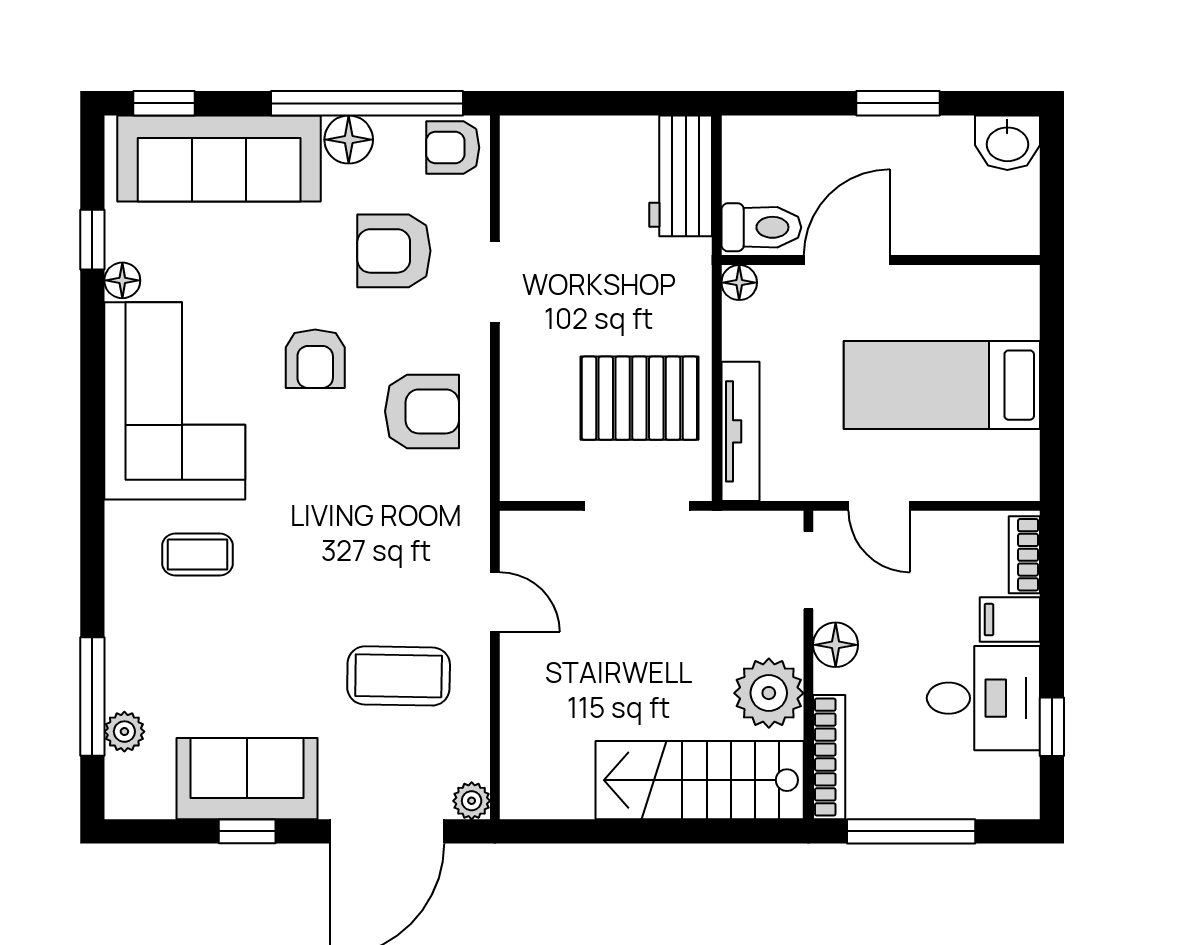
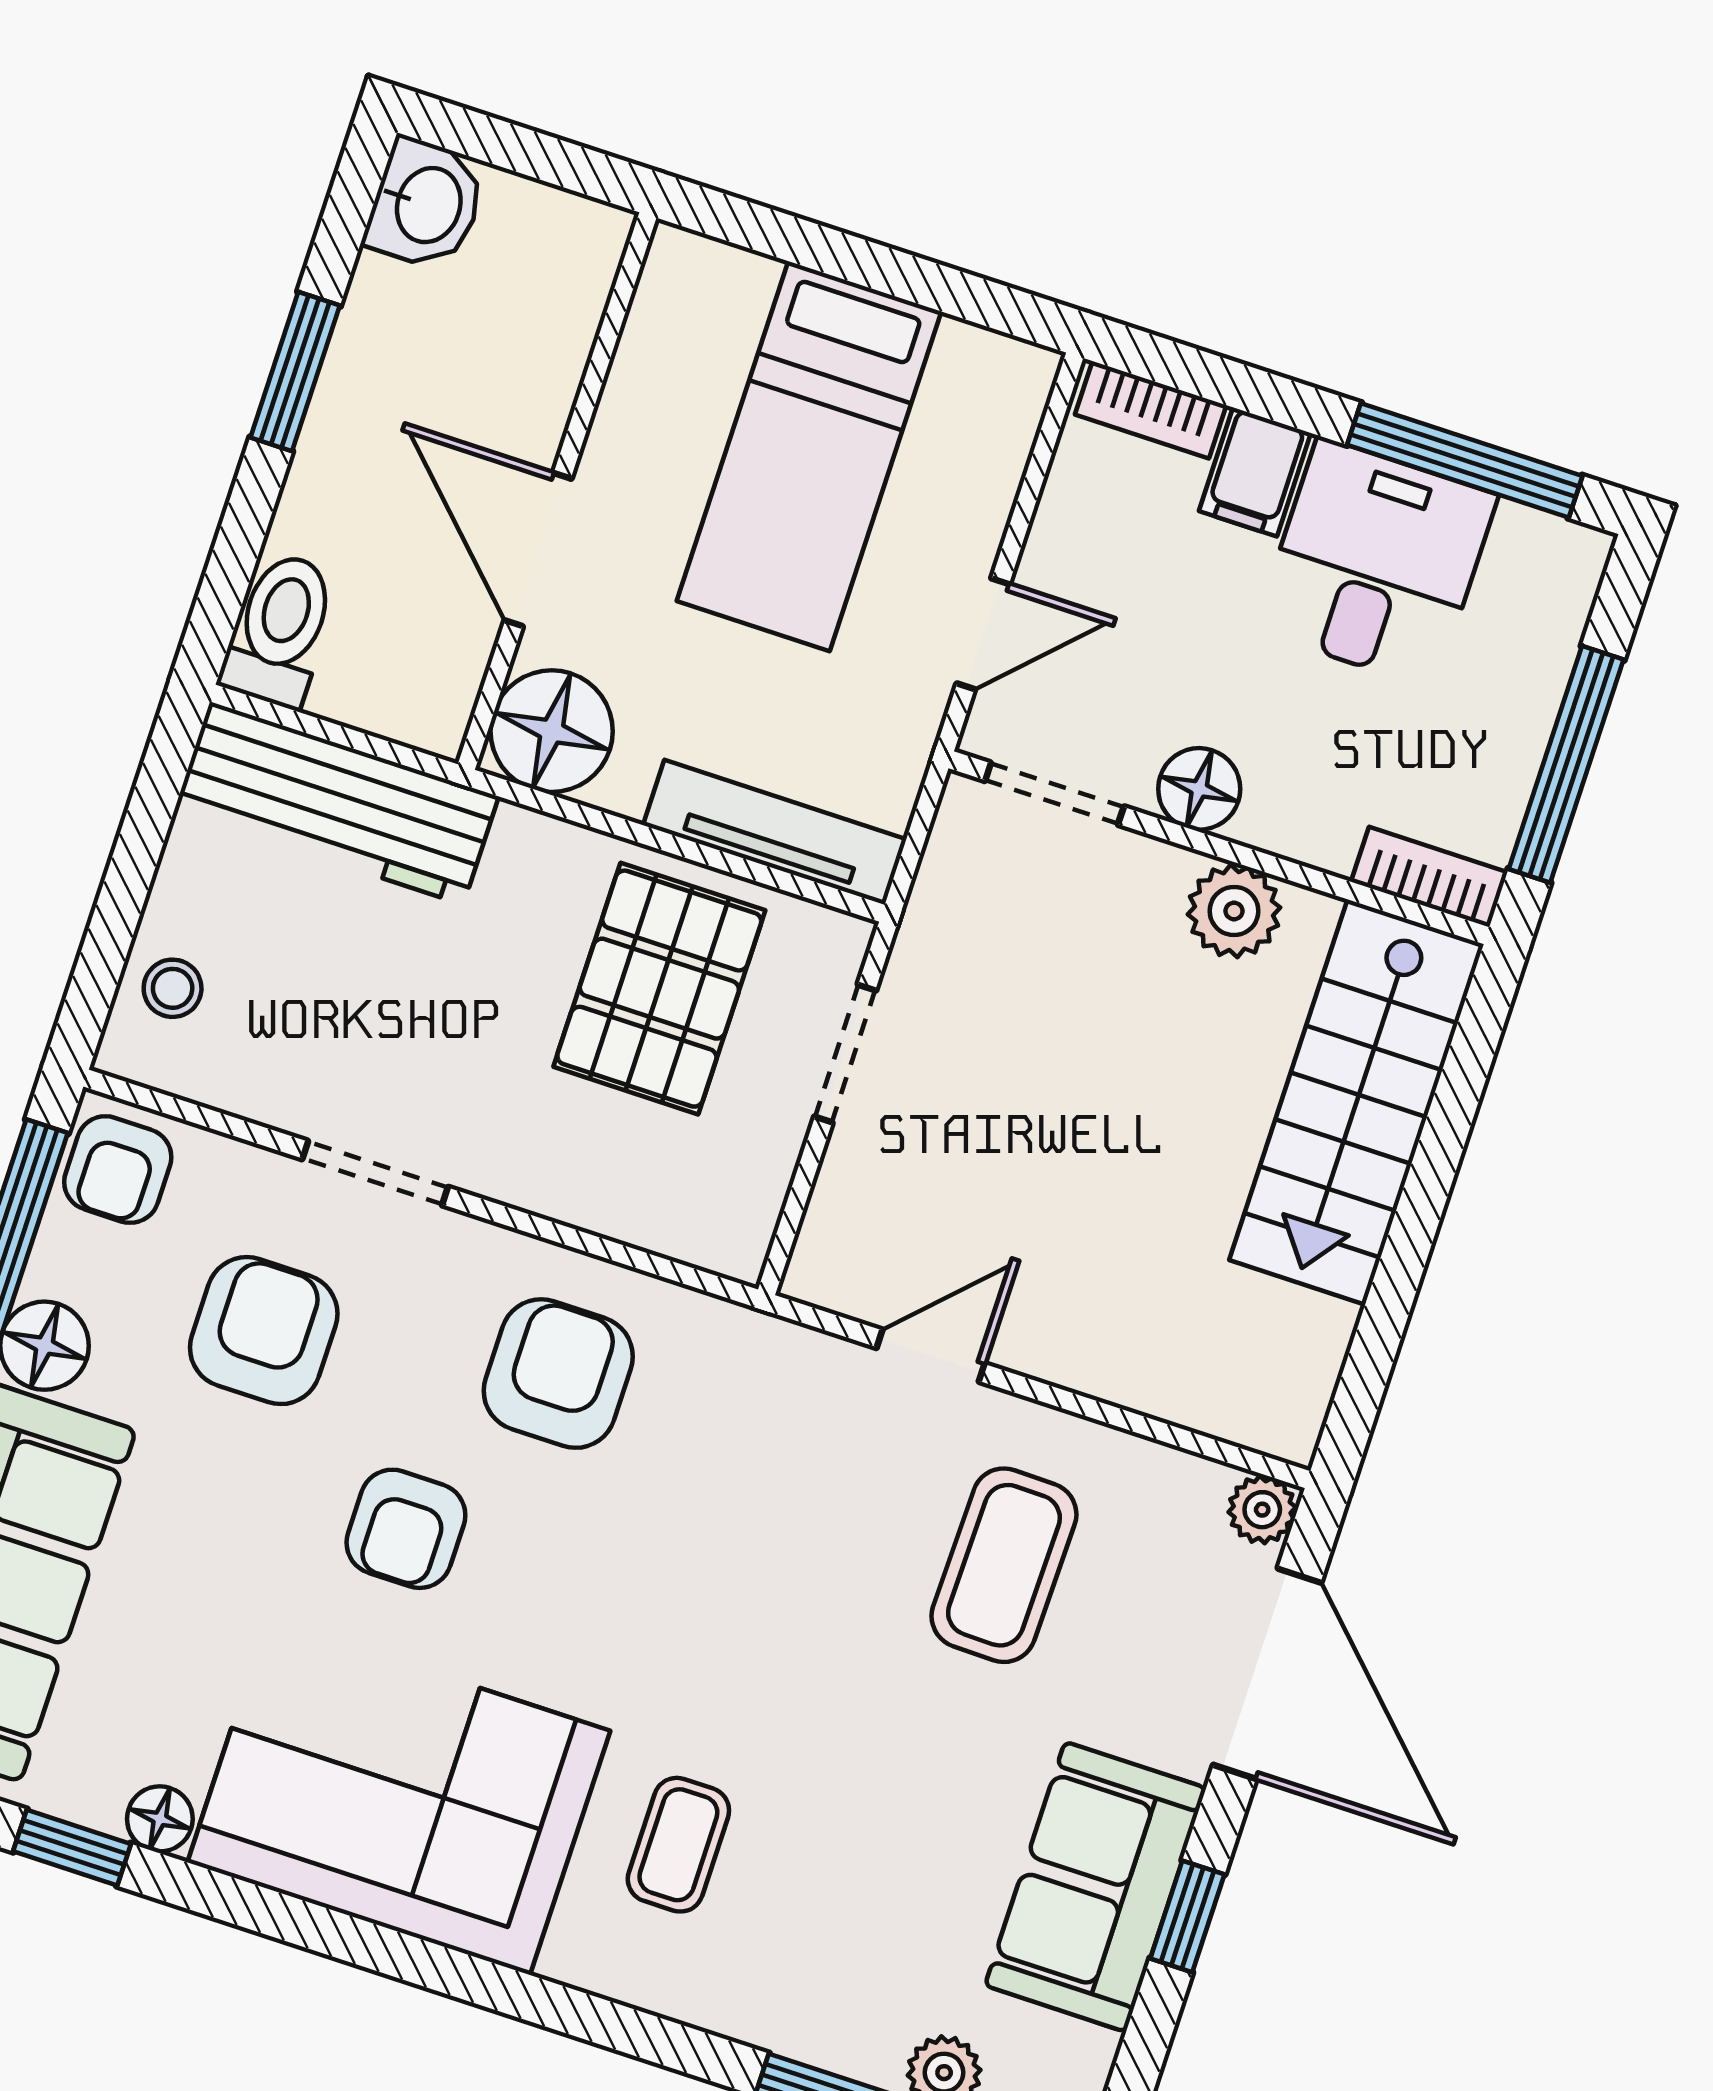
stool: (556, 145) -> (173, 988), added
workbench: (681, 176) -> (337, 803), width x1.37
toilet: (761, 227) -> (280, 629), moved
armchair: (394, 251) -> (264, 1331), turned 180
floor lamp: (739, 283) -> (552, 731), width x1.89, depth x1.89
armchair: (315, 359) -> (406, 1529), turned 90
doorway: (637, 506) -> (845, 1054), width x0.73
plant: (769, 693) -> (1234, 911), width x0.73, depth x0.73
window: (1052, 727) -> (1465, 460), width x2.17
bookcase: (829, 757) -> (1429, 877), width x0.64

